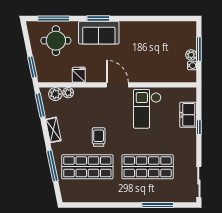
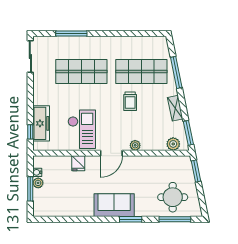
sofa: (99, 33) -> (114, 205), moved
fridge: (79, 75) -> (78, 163), moved
door: (117, 85) -> (111, 153), hinge flipped
plant: (68, 93) -> (135, 145), moved
freezer: (188, 115) -> (41, 123), width x1.40
window: (199, 127) -> (30, 132), moved

